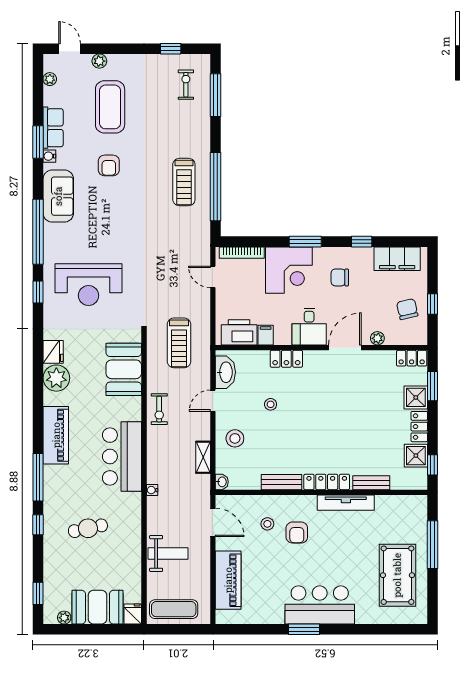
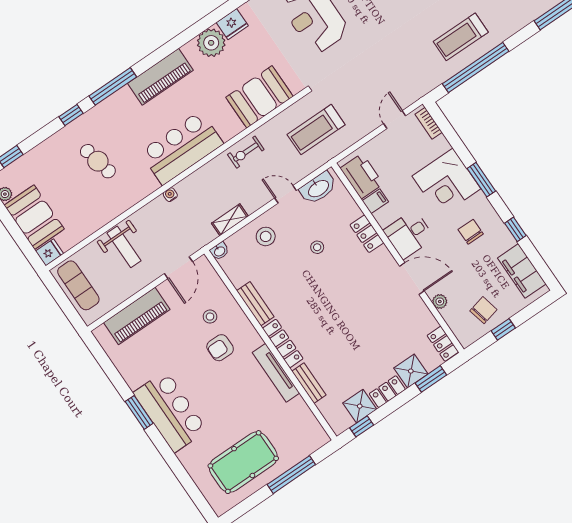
bookcase: (242, 253) -> (429, 123), width x0.64

